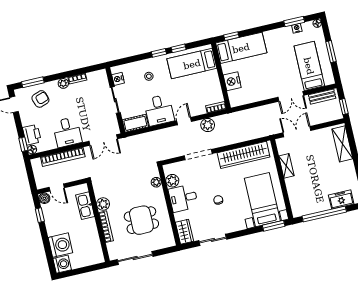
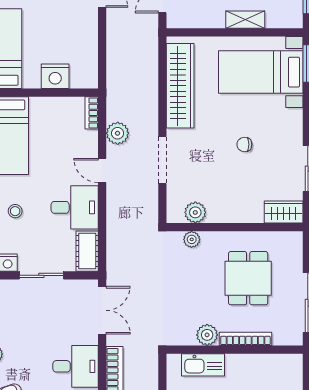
shelving: (286, 166) -> (245, 20), moved
desk: (183, 198) -> (228, 201), removed

